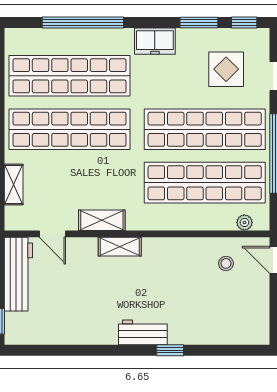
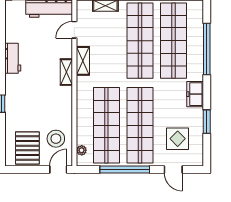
window: (244, 23) -> (207, 150), removed
stool: (226, 263) -> (56, 139), width x1.89, depth x1.89
pallet: (241, 309) -> (27, 148), added
workbench: (143, 332) -> (13, 58), moved

